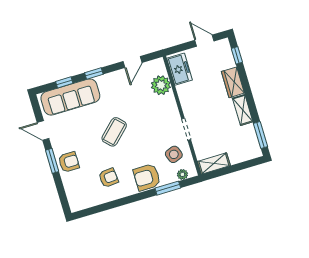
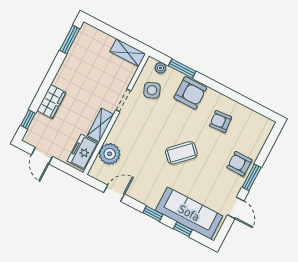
shelving: (243, 110) -> (100, 125), moved

